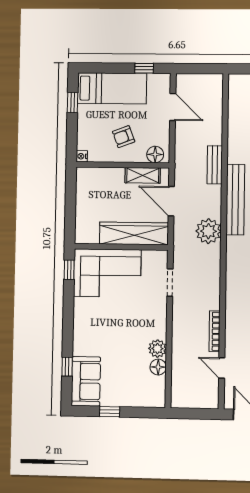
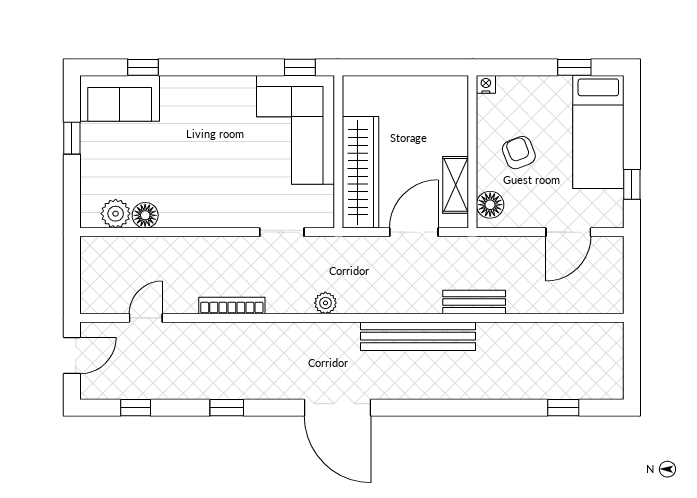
plant: (208, 231) -> (325, 303), moved, width x0.53, depth x0.53
bookcase: (215, 331) -> (232, 305), moved
plant: (157, 349) -> (116, 214), moved

